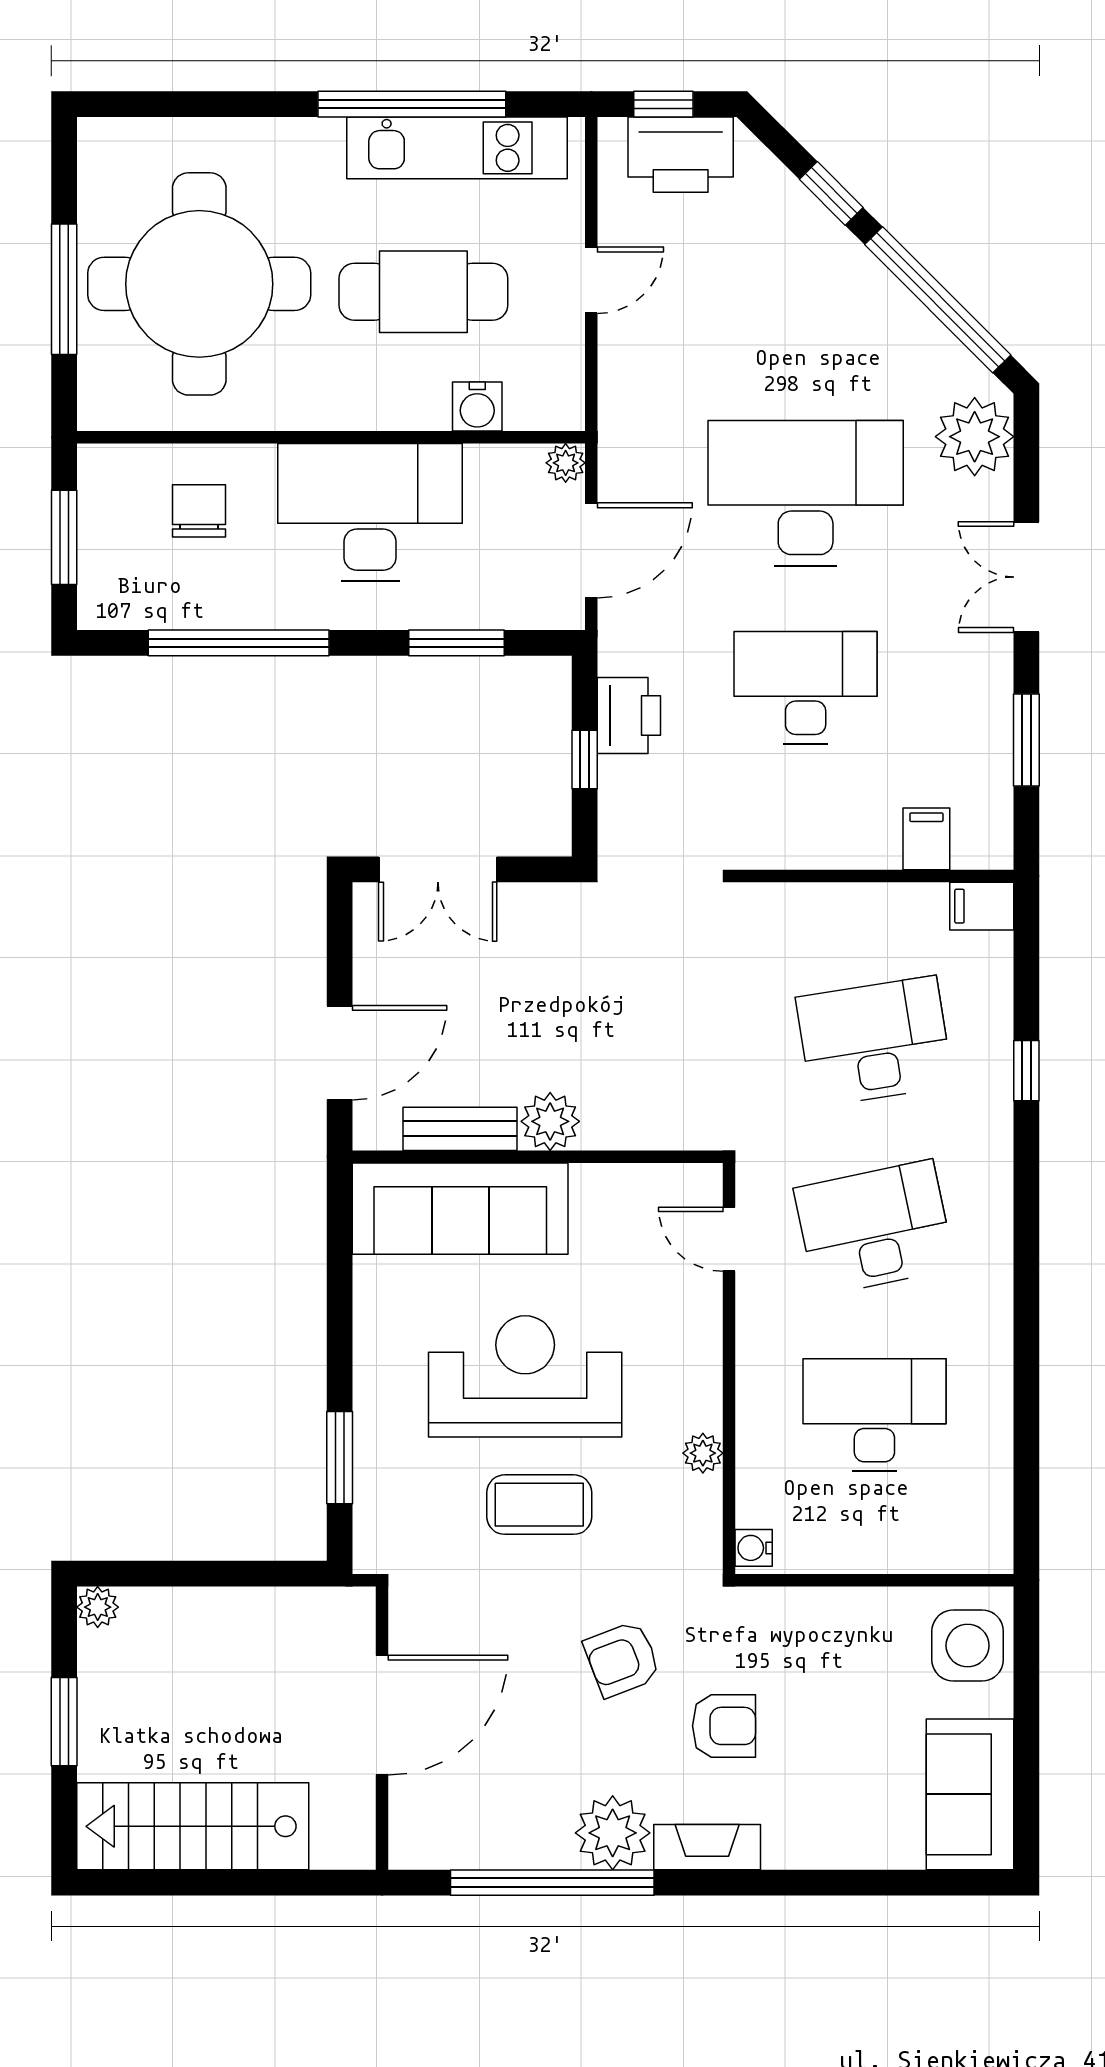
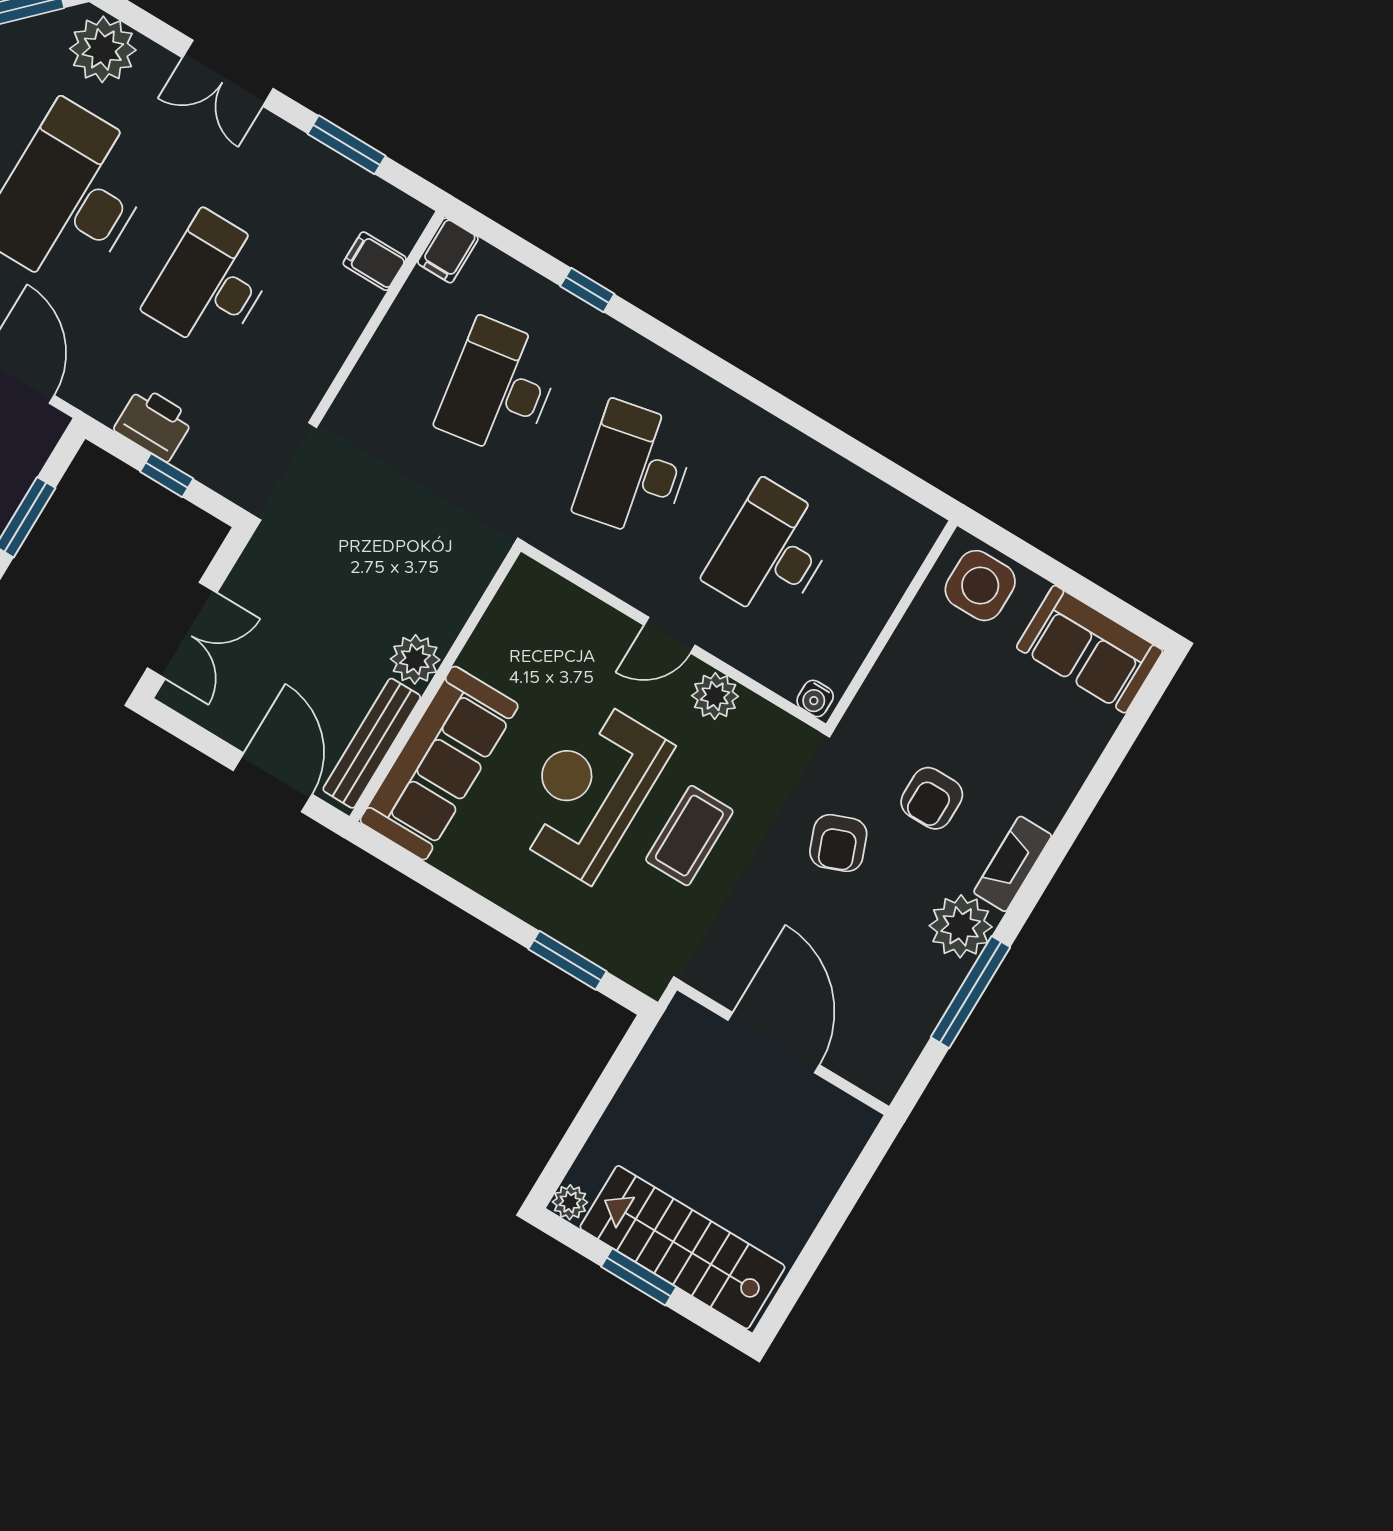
bench: (460, 1129) -> (372, 743), width x1.36
door: (729, 1239) -> (670, 635), moved
plant: (703, 1453) -> (715, 696), width x1.38, depth x1.38
armchair: (724, 1726) -> (932, 798), turned 180
stairs: (193, 1826) -> (682, 1247), moved, turned 90
window: (552, 1883) -> (970, 992), width x0.68

